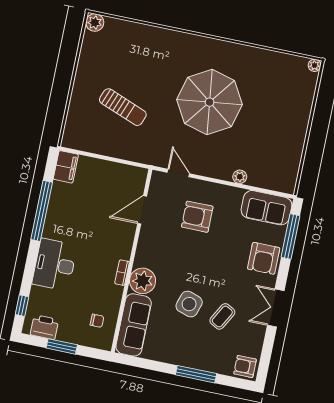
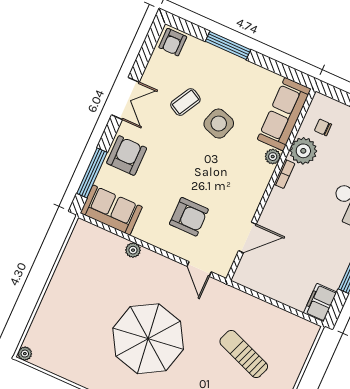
plant: (143, 281) -> (273, 157), width x0.53, depth x0.53
plant: (110, 296) -> (303, 151), added
armchair: (245, 366) -> (173, 42), turned 90

